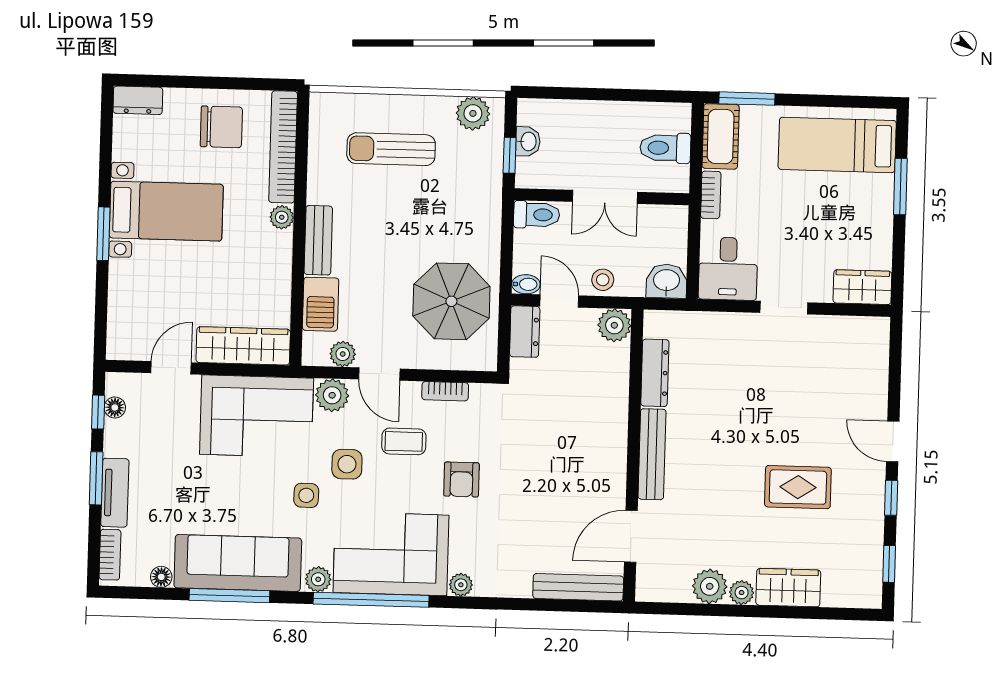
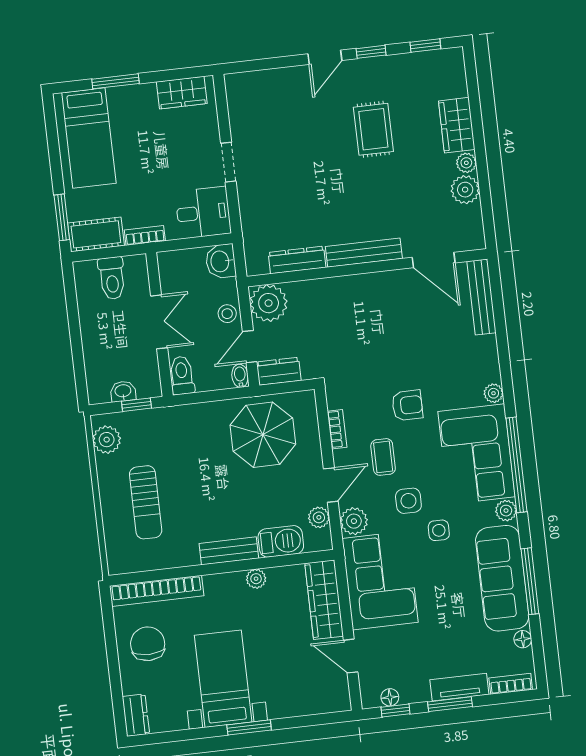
plant: (282, 217) -> (256, 579), moved
wardrobe: (862, 287) -> (182, 93), moved, turned -90
plant: (614, 325) -> (269, 303), width x1.36, depth x1.36

